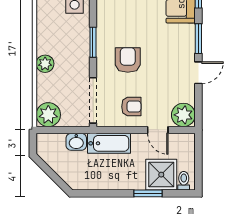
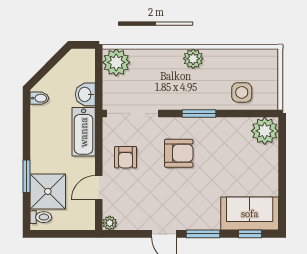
plant: (45, 64) -> (193, 59), moved
plant: (183, 115) -> (110, 223), width x0.53, depth x0.53
bidet: (80, 182) -> (39, 98), added

